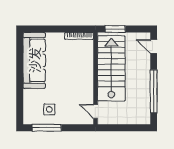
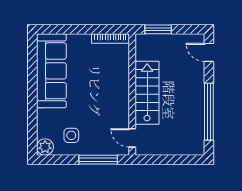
stairs: (111, 68) -> (147, 93), width x0.73, depth x0.66
plant: (29, 118) -> (45, 147), added
window: (47, 128) -> (98, 160), moved

